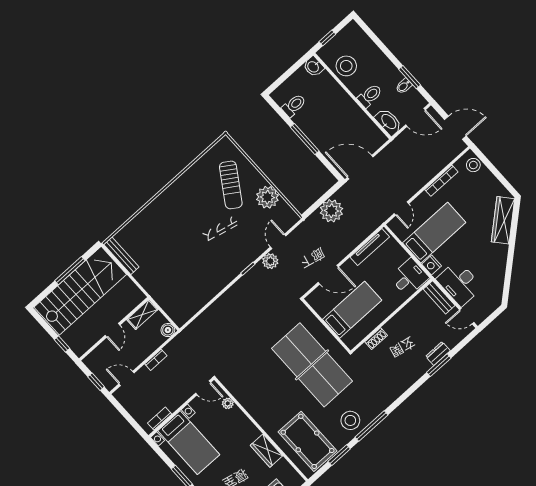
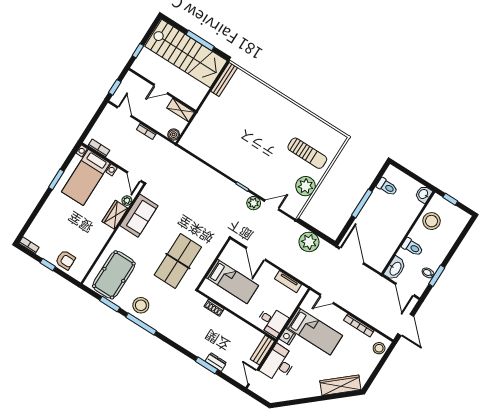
sun lounger: (231, 185) -> (307, 153), turned -123
tv unit: (370, 247) -> (288, 282), width x0.71
table tennis table: (312, 365) -> (178, 261), width x0.73, depth x0.76
sofa: (248, 395) -> (139, 216), added
wardrobe: (266, 451) -> (115, 215), moved

